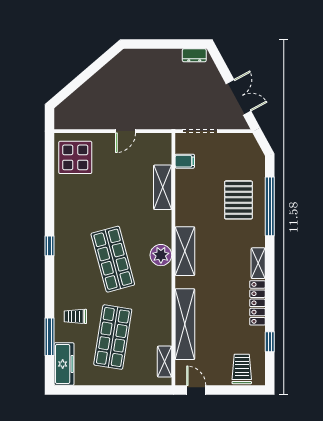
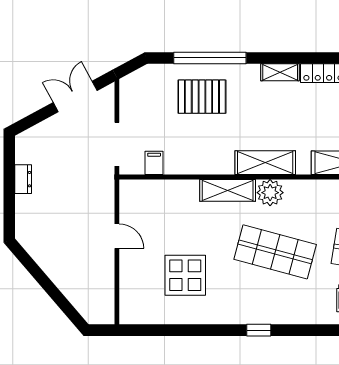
dresser: (194, 55) -> (23, 179), moved
display table: (75, 157) -> (185, 275), moved
shelving: (163, 187) -> (228, 190), moved
shop shelf: (113, 259) -> (275, 252), turned 30

